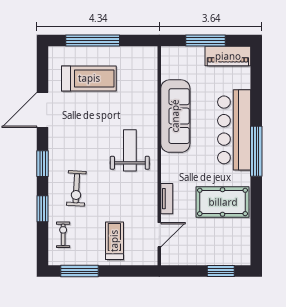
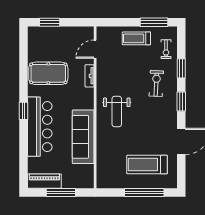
window: (256, 151) -> (23, 111), width x0.47
treadmill: (114, 241) -> (136, 38), moved, turned 90

